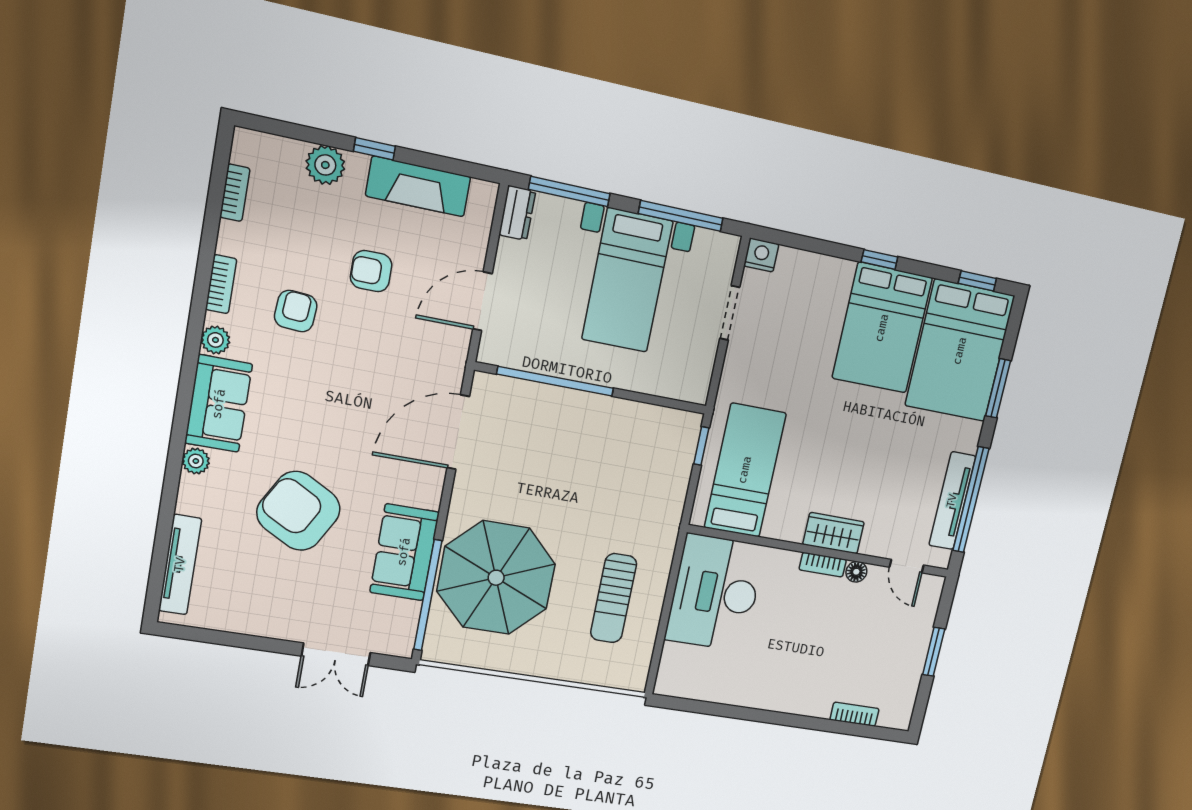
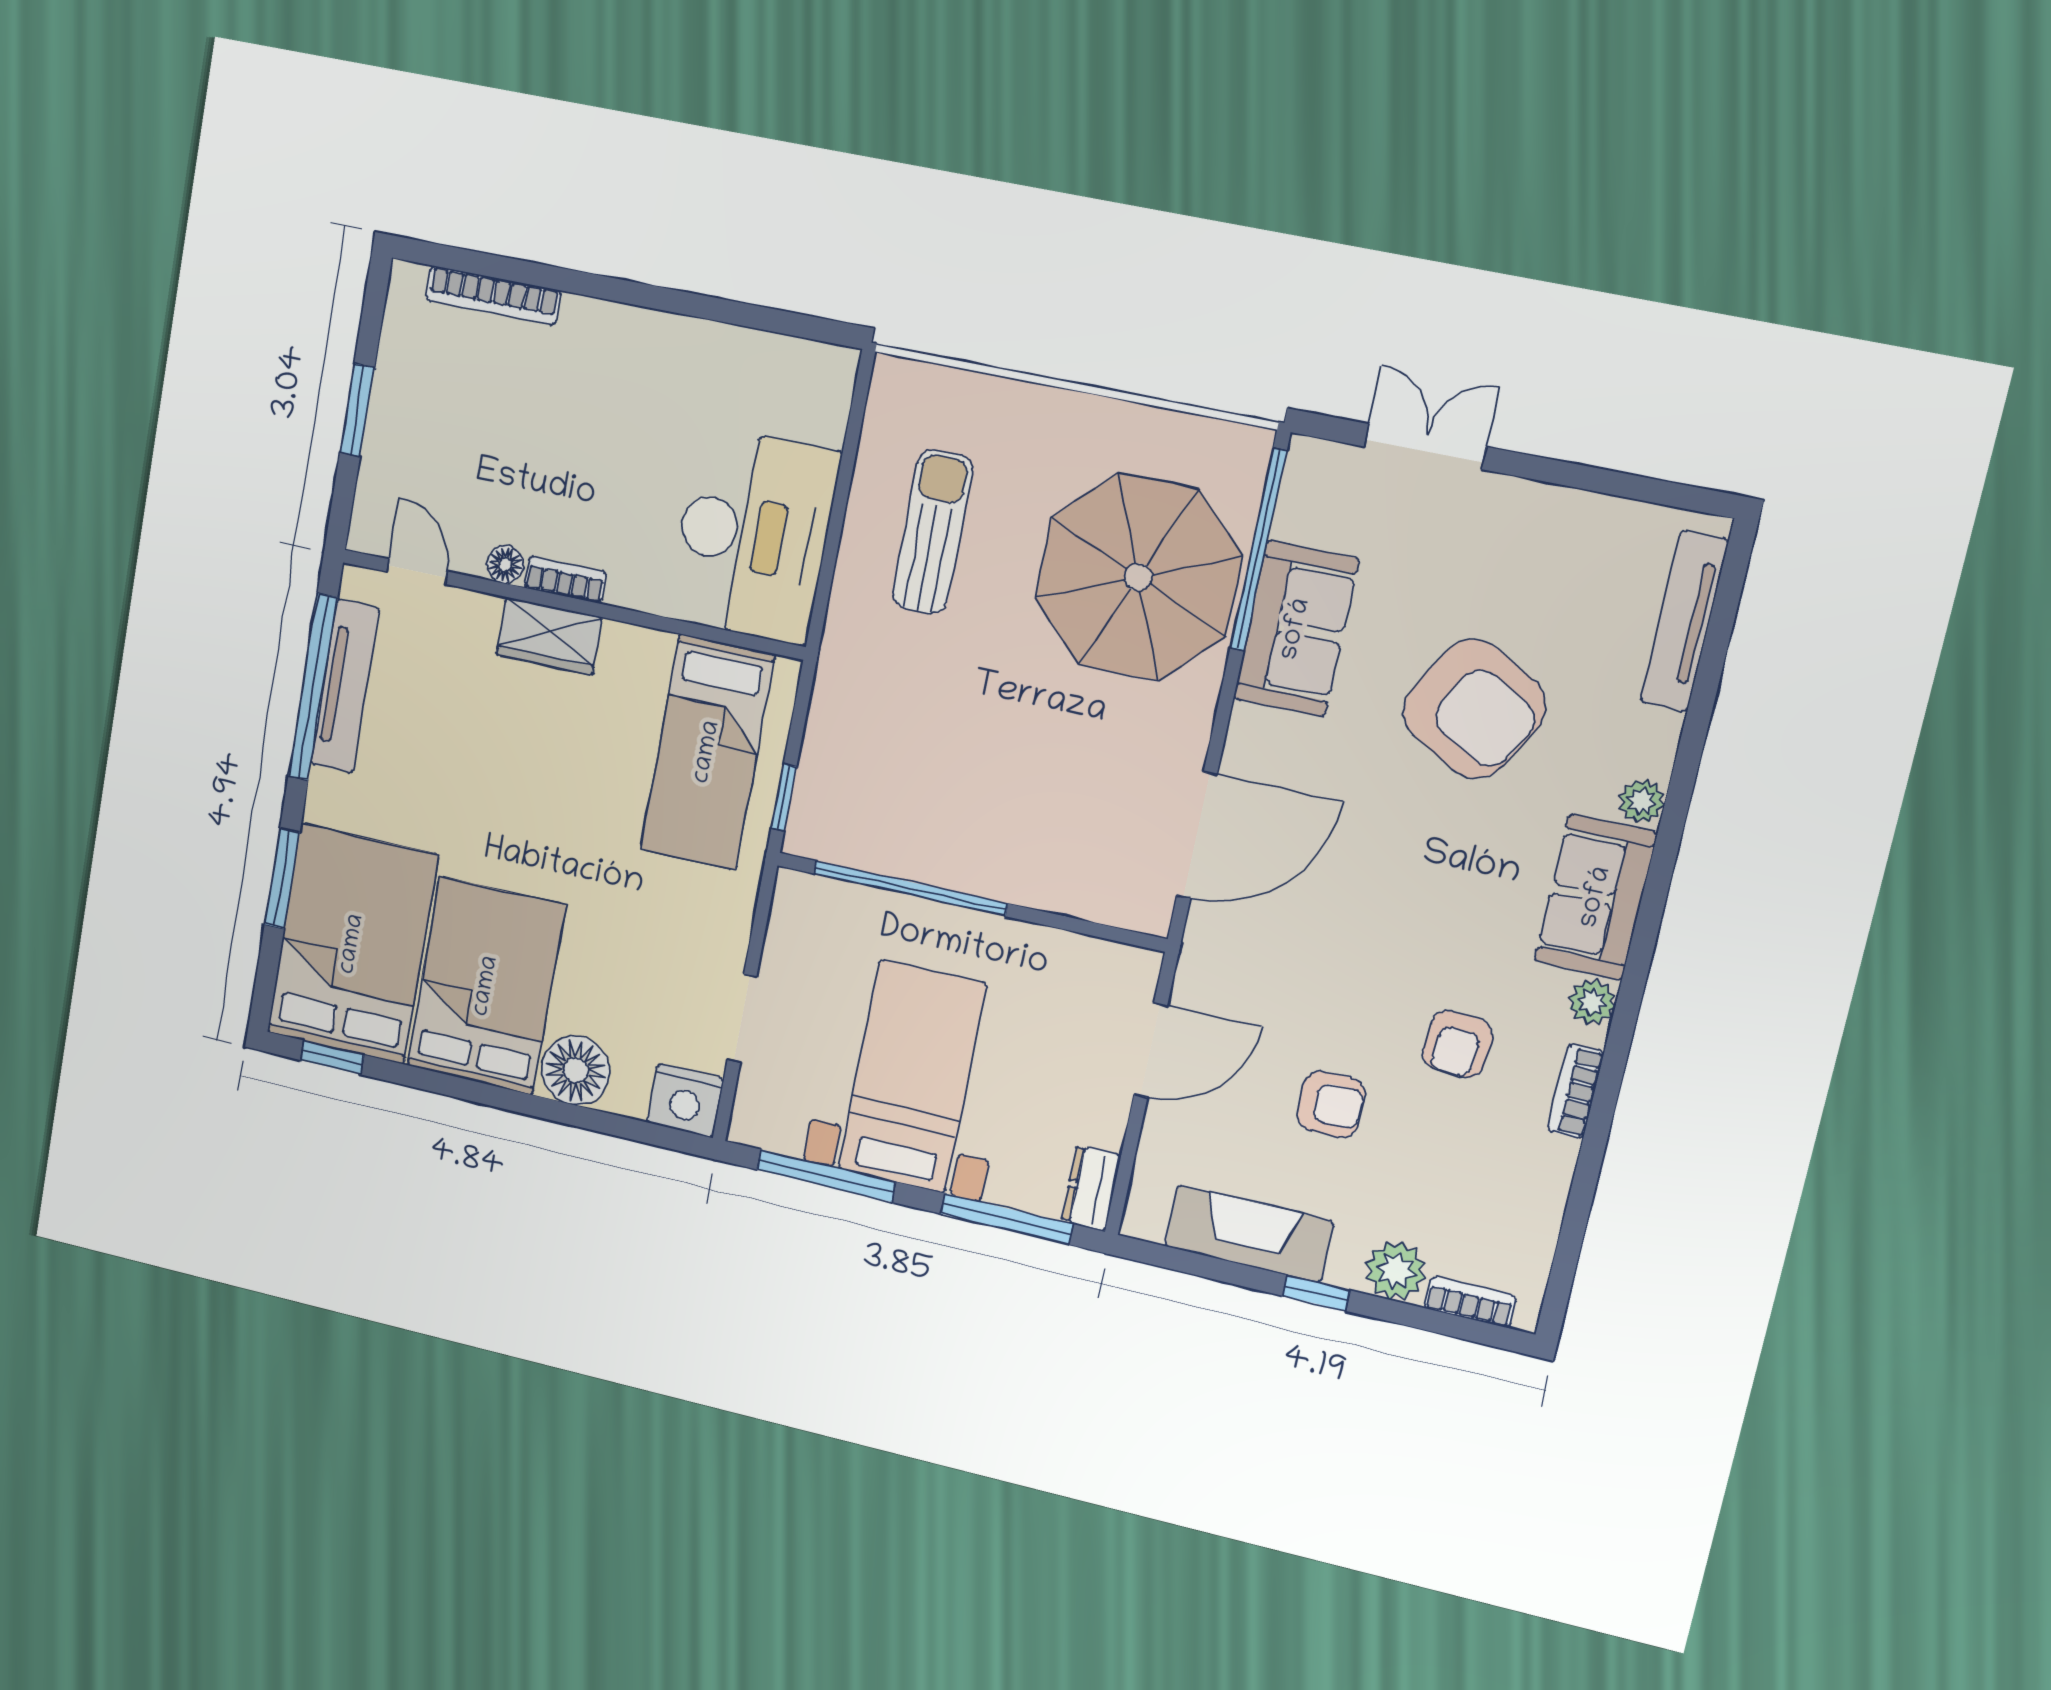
bookcase: (235, 193) -> (1470, 1302), moved, turned 90
nightstand: (761, 255) -> (685, 1101), width x1.36, depth x1.33
window: (880, 259) -> (497, 1097), removed
floor lamp: (831, 278) -> (576, 1070), added
window: (555, 381) -> (910, 888), moved
bookcase: (854, 714) -> (493, 295), width x1.56

